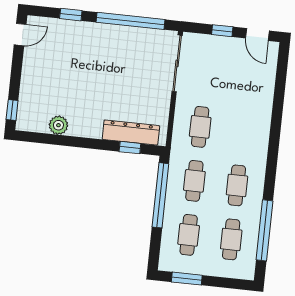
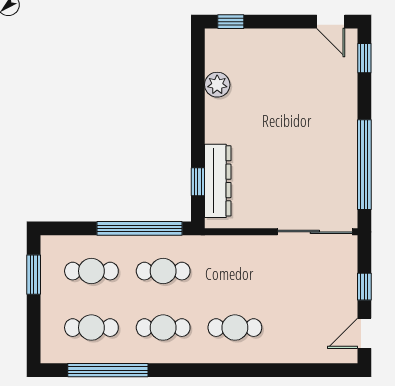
window: (71, 15) -> (364, 58), moved
cafe table: (200, 127) -> (235, 328), moved

